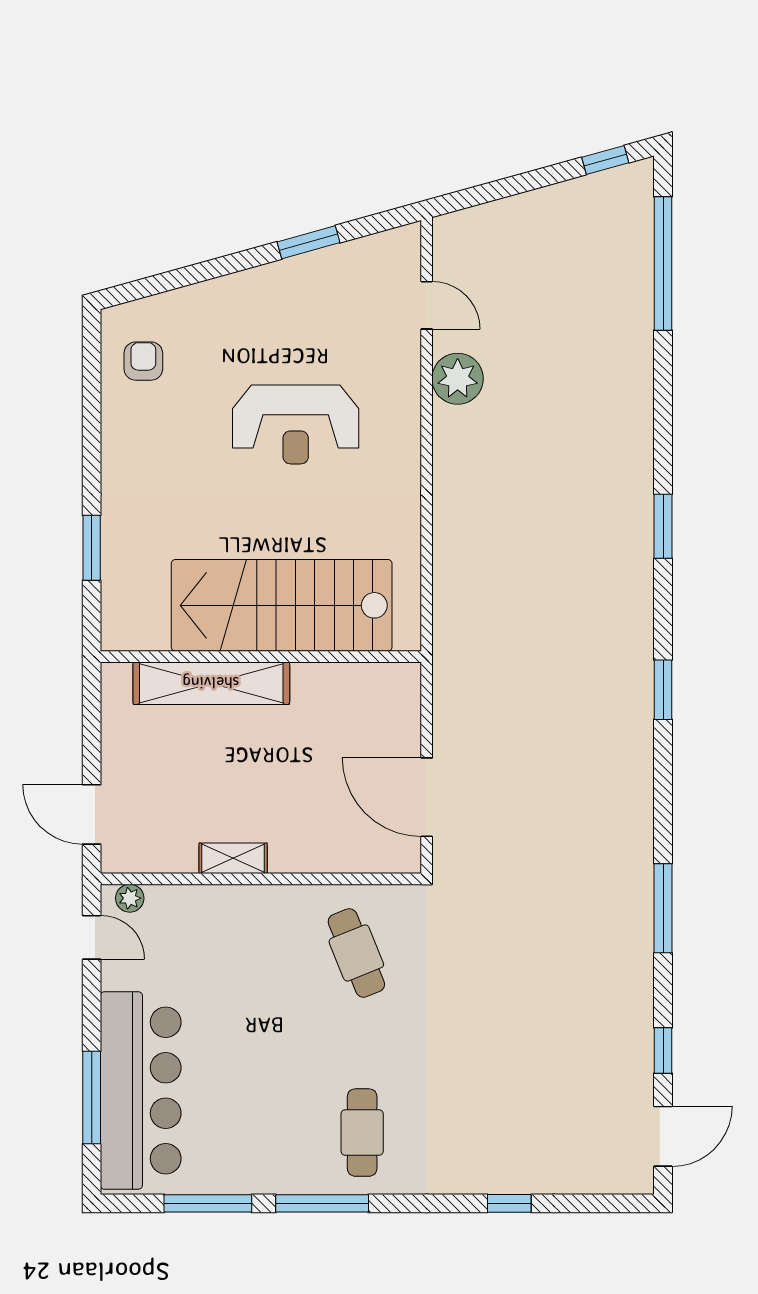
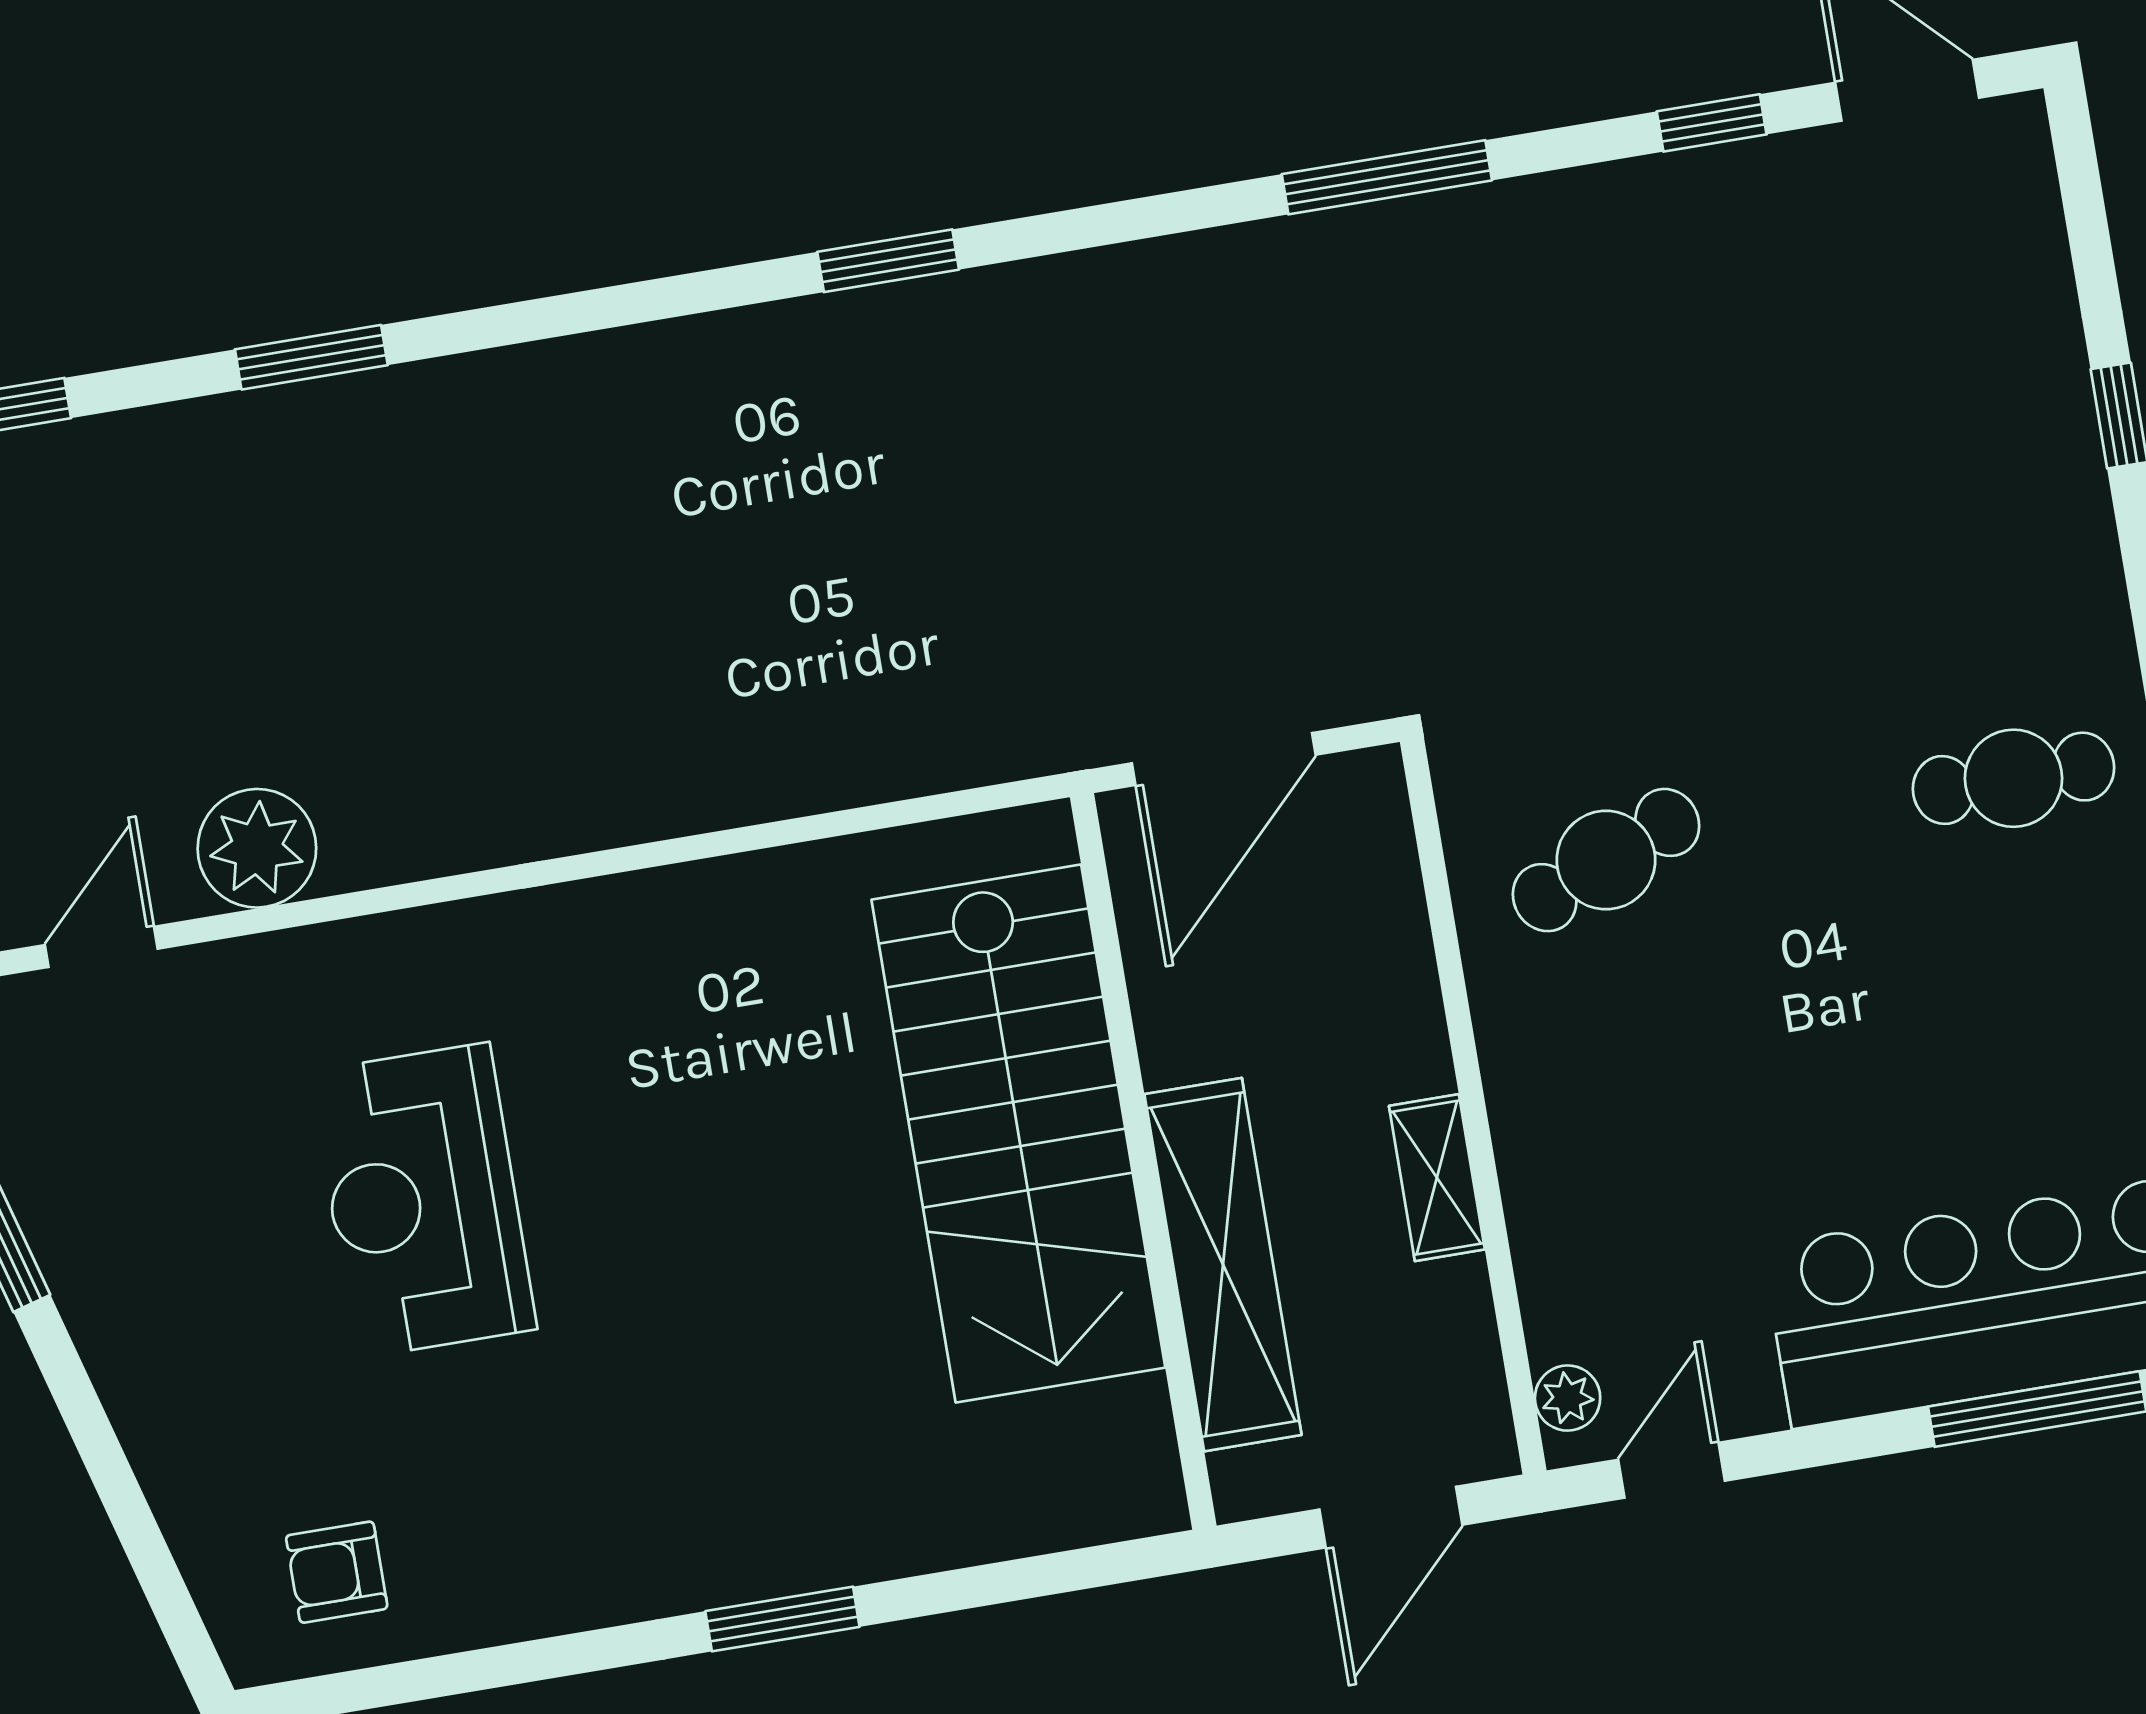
reception desk: (296, 424) -> (423, 1200), turned 180
window: (663, 526) -> (311, 357), moved
stairs: (282, 605) -> (1018, 1134), moved
wall: (261, 657) -> (1143, 1161), moved
shelving: (211, 683) -> (1223, 1265), moved

